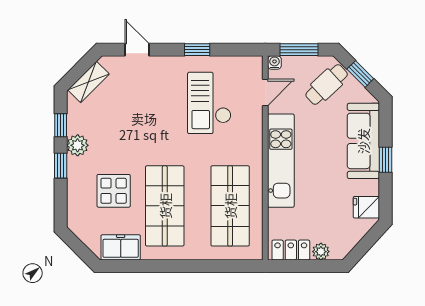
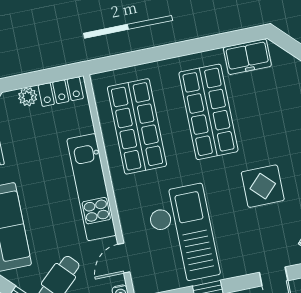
checkout: (209, 103) -> (183, 234), width x1.36, depth x1.21
display table: (114, 191) -> (263, 186), moved

